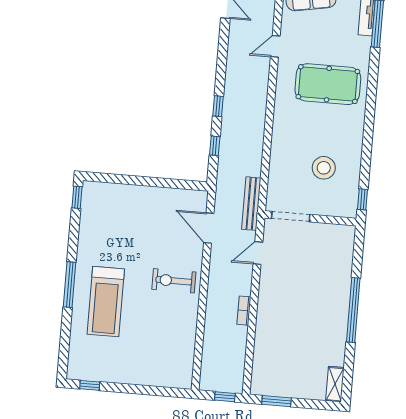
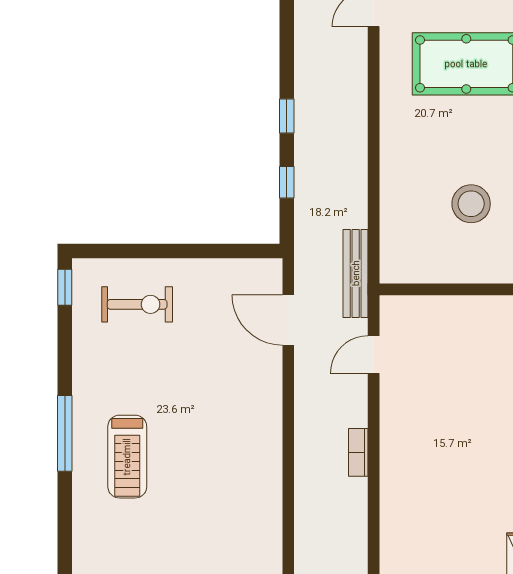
doorway: (291, 217) -> (423, 289), removed
exercise bike: (174, 281) -> (137, 304), moved, turned 180
treadmill: (106, 302) -> (127, 457), width x0.73, depth x0.73

